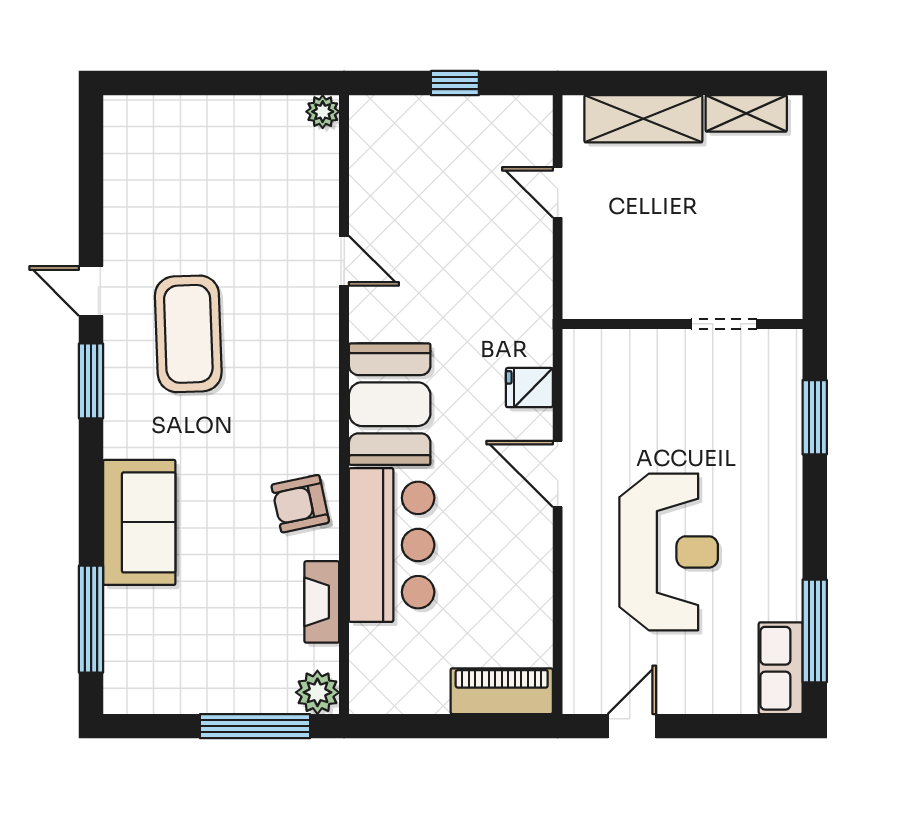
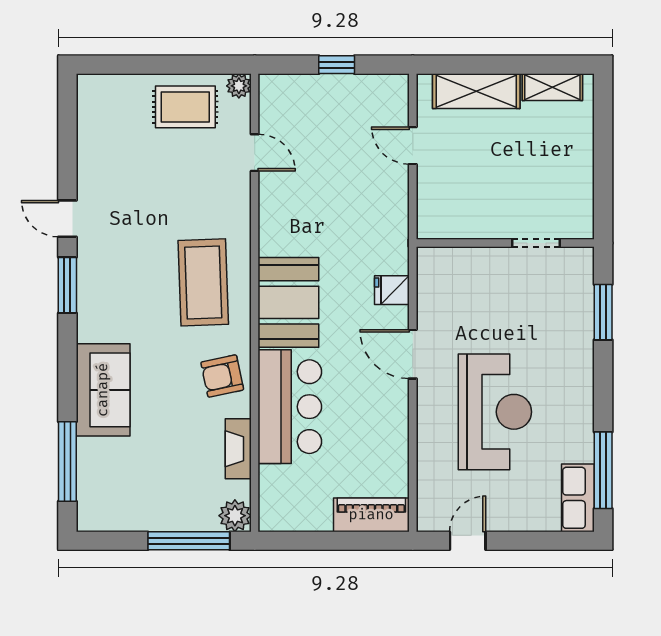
rug: (250, 140) -> (185, 107), added
door: (344, 261) -> (255, 153), moved
coffee table: (188, 334) -> (203, 282), moved

